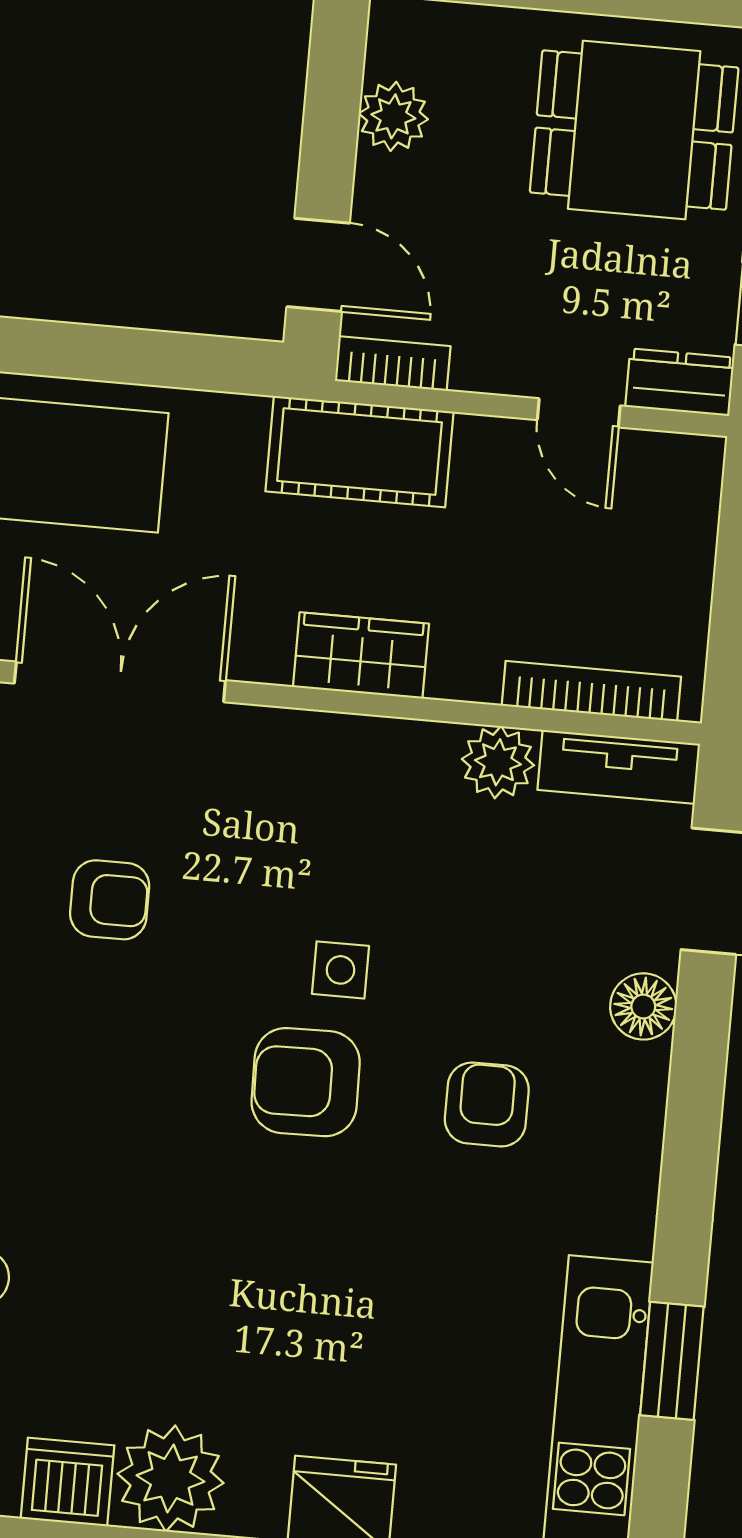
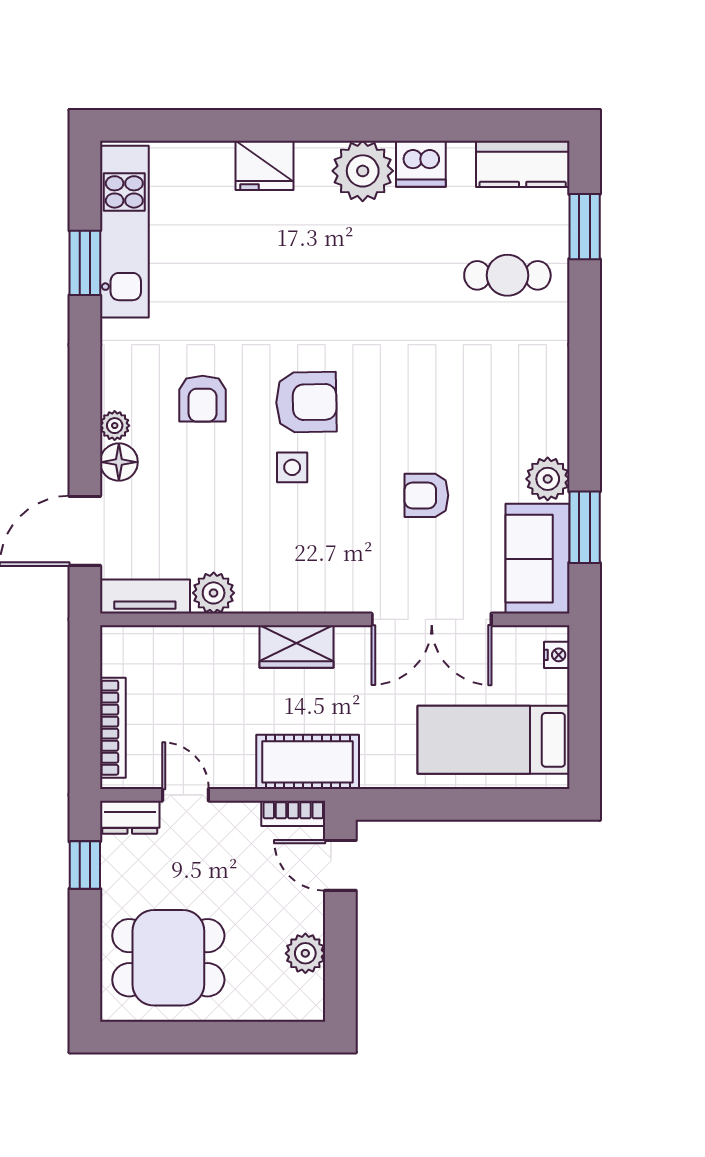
bookcase: (591, 691) -> (113, 728), moved, turned -90
plant: (645, 1071) -> (115, 426), added

